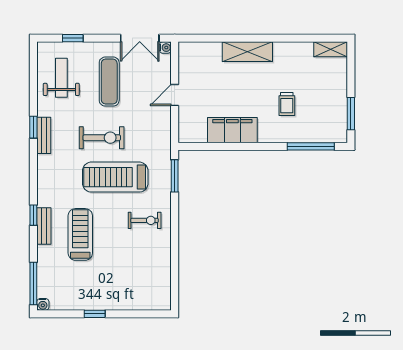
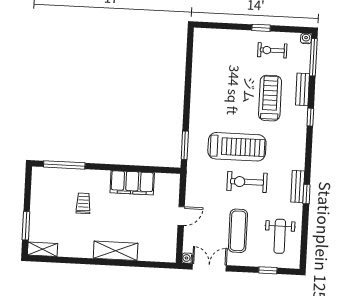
window: (351, 114) -> (26, 226), moved
exercise bike: (145, 220) -> (272, 50), moved
bench: (44, 226) -> (303, 89), moved
treadmill: (80, 234) -> (270, 98), turned 180

